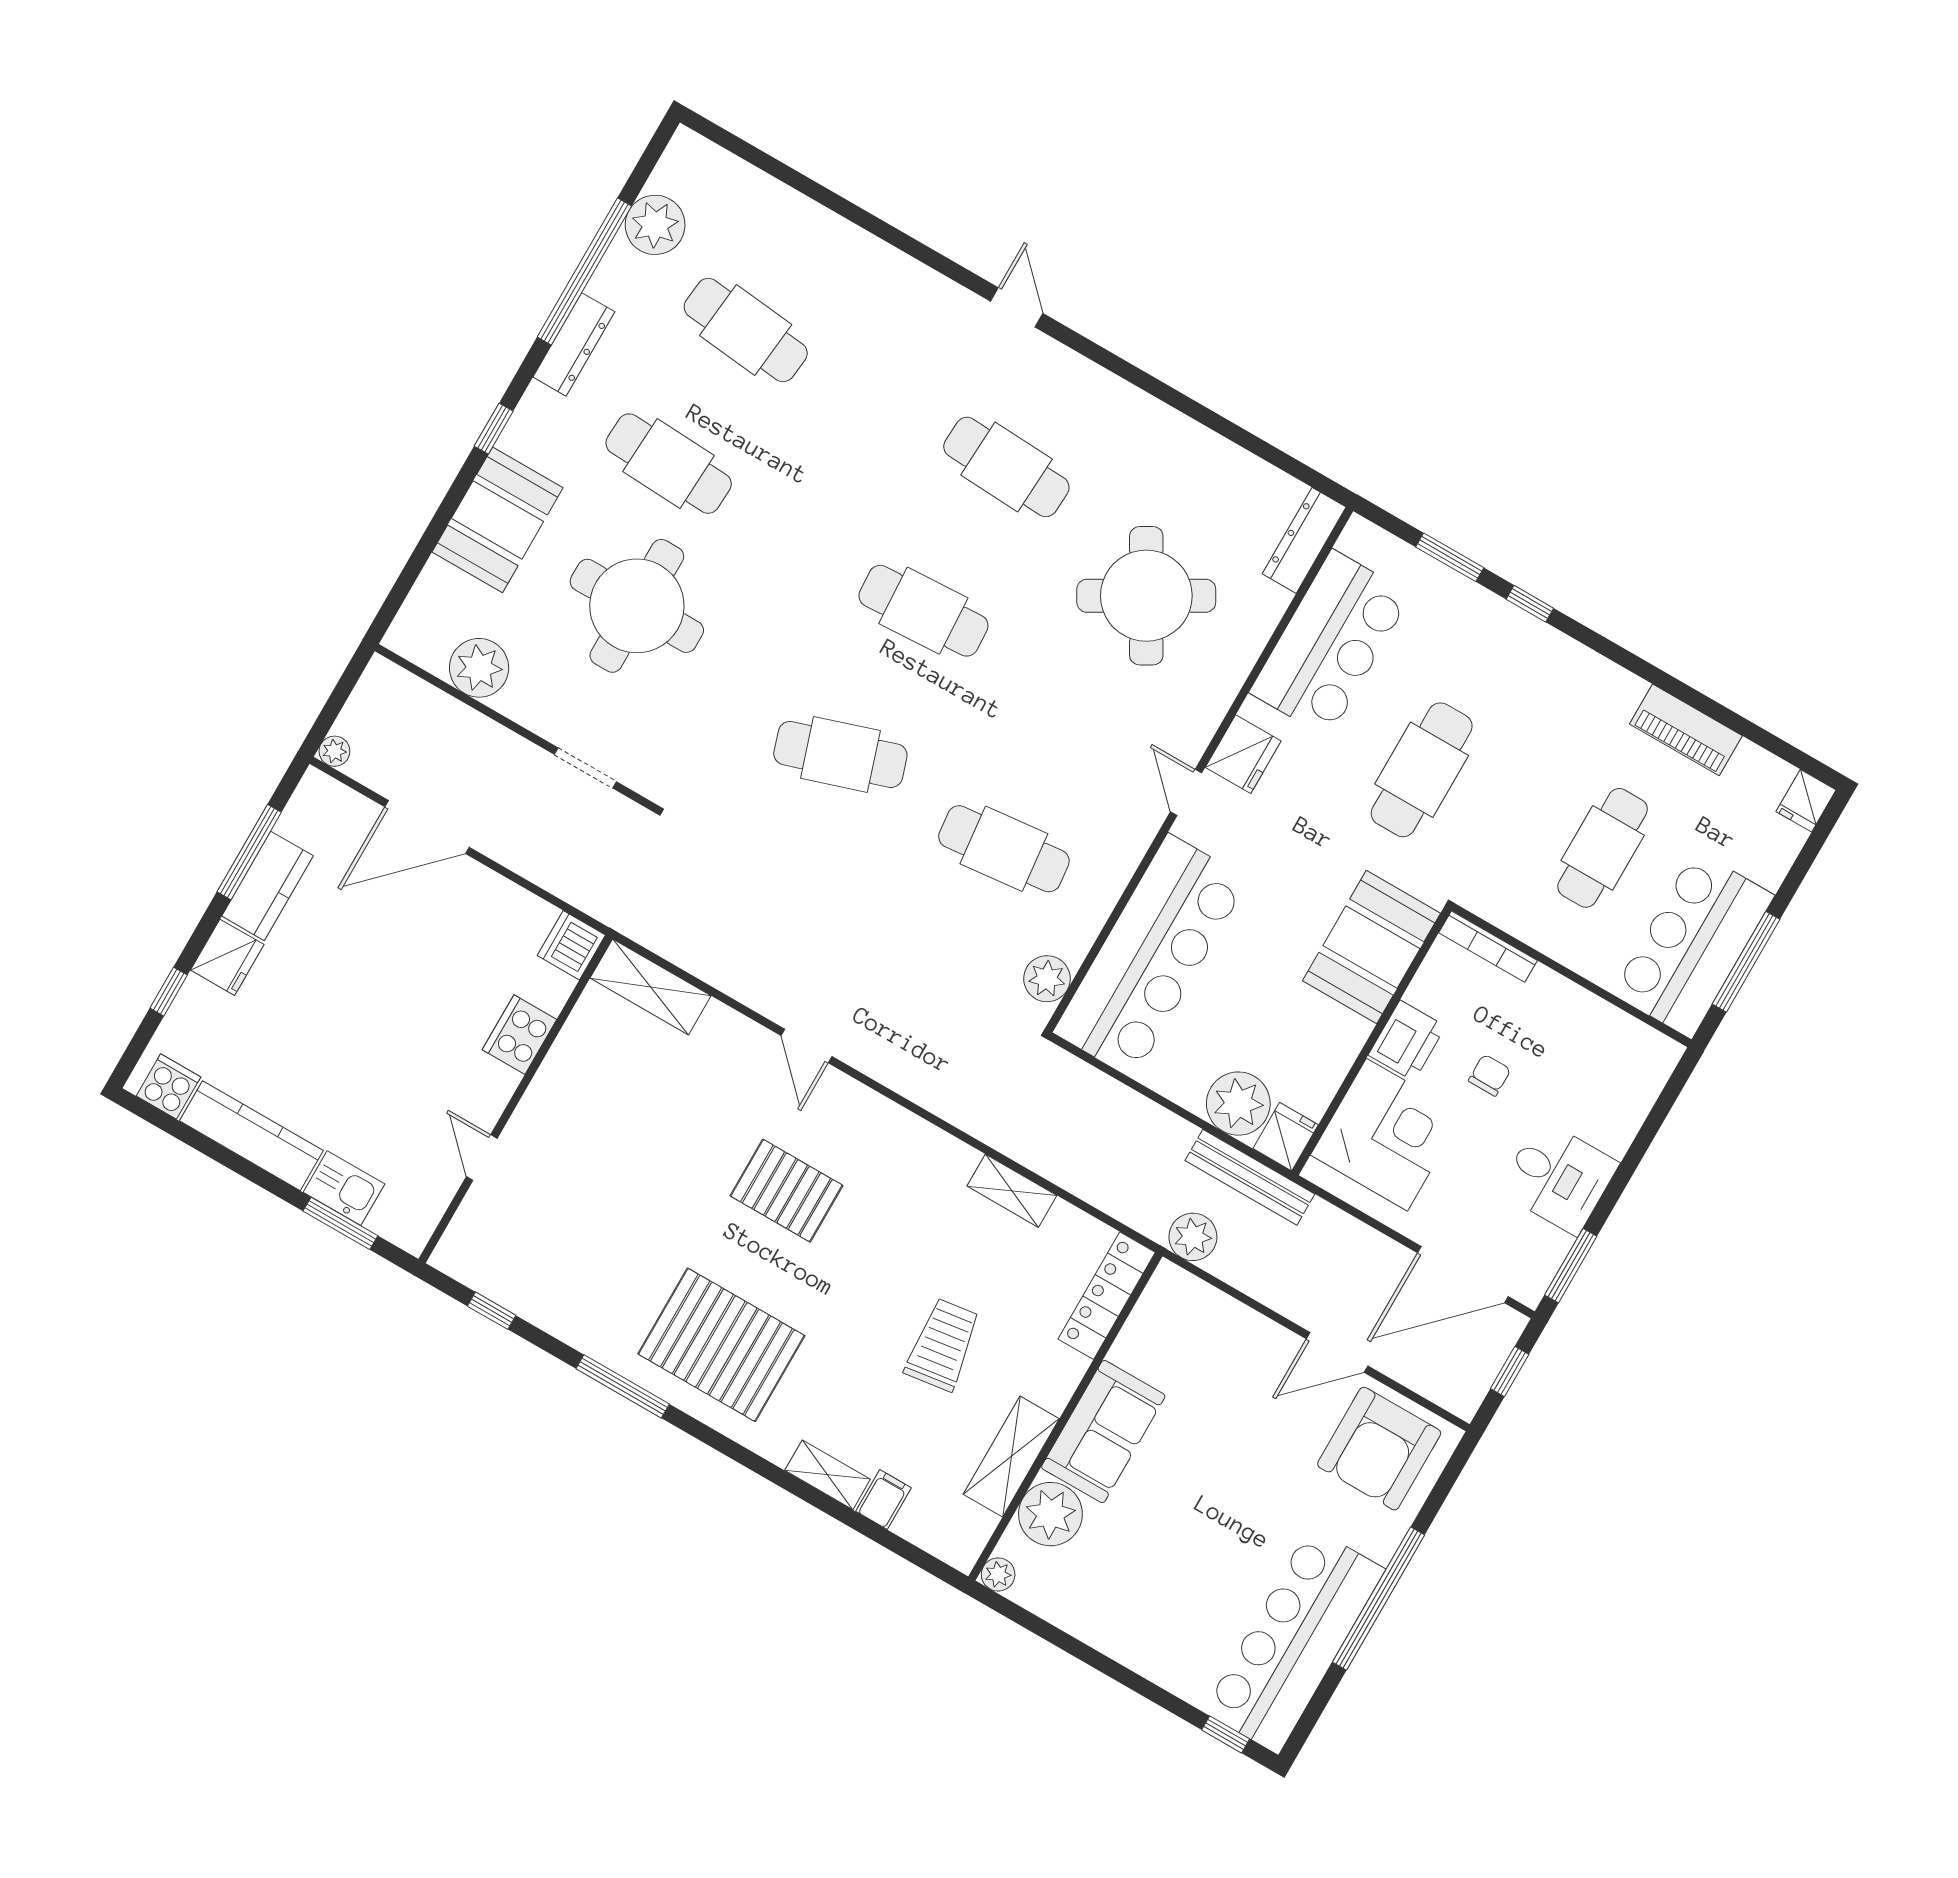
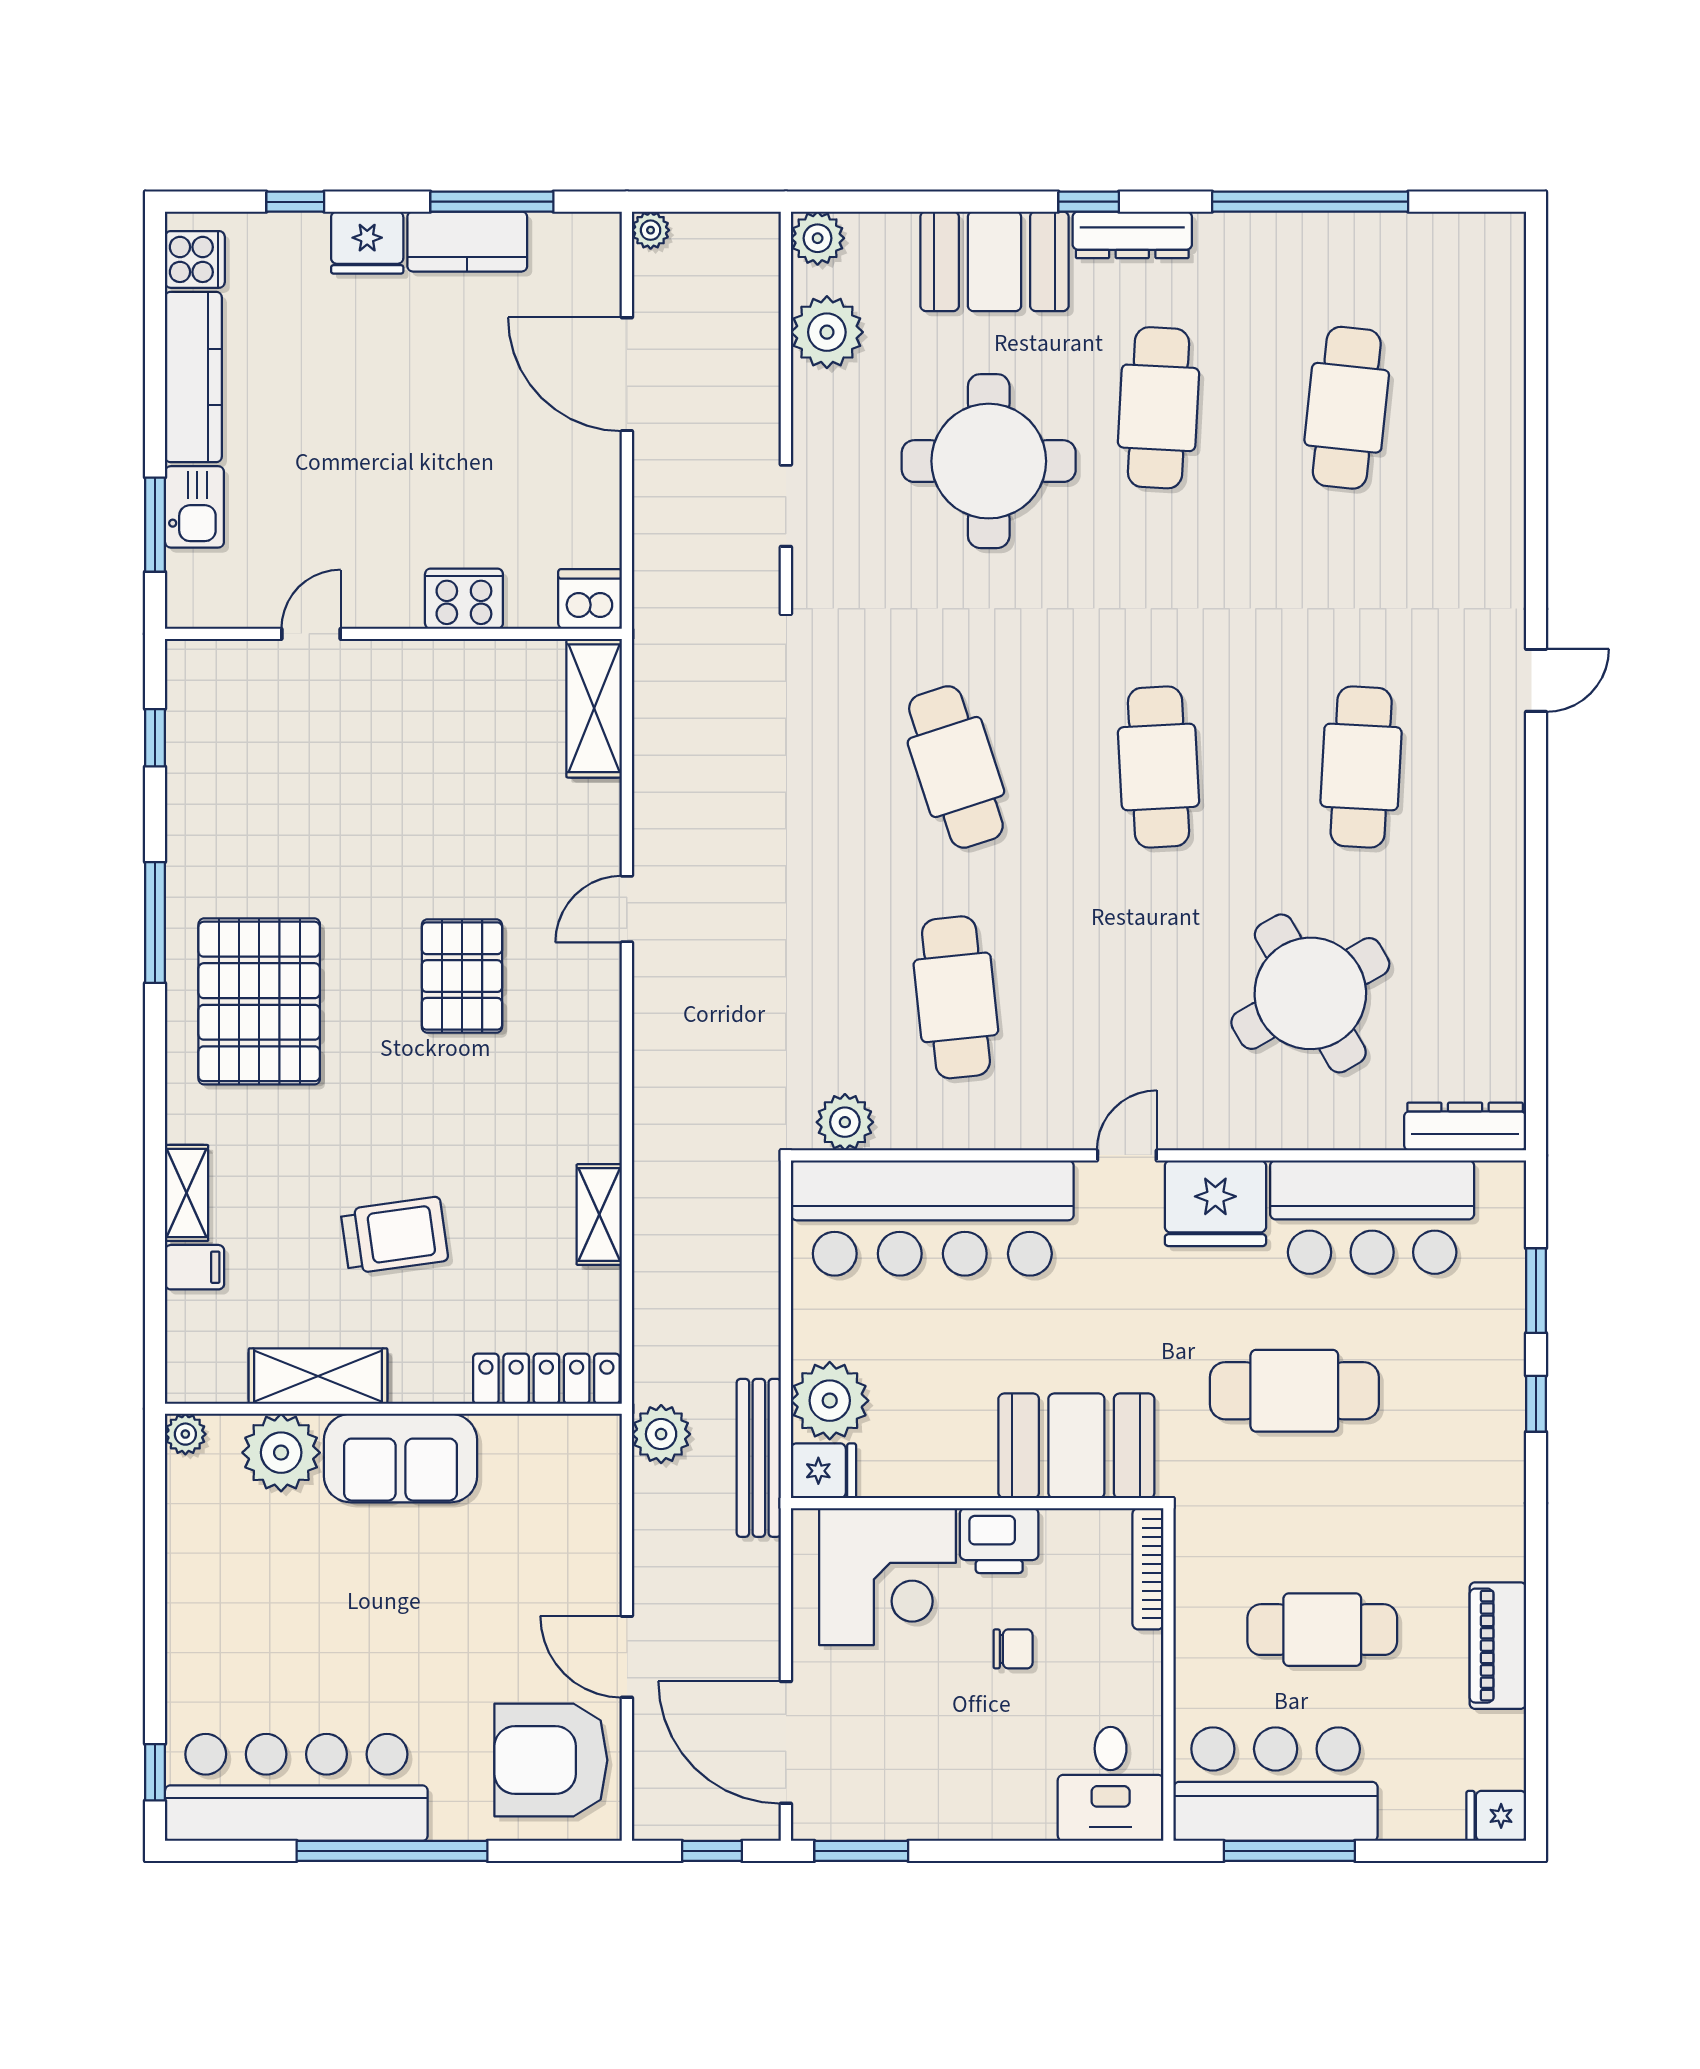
plant: (655, 225) -> (818, 238), moved, width x0.73, depth x0.73
dresser: (574, 344) -> (1132, 235), moved
fridge: (1243, 754) -> (1215, 1203), width x1.36, depth x1.34
desk: (1559, 1177) -> (1111, 1784), moved

